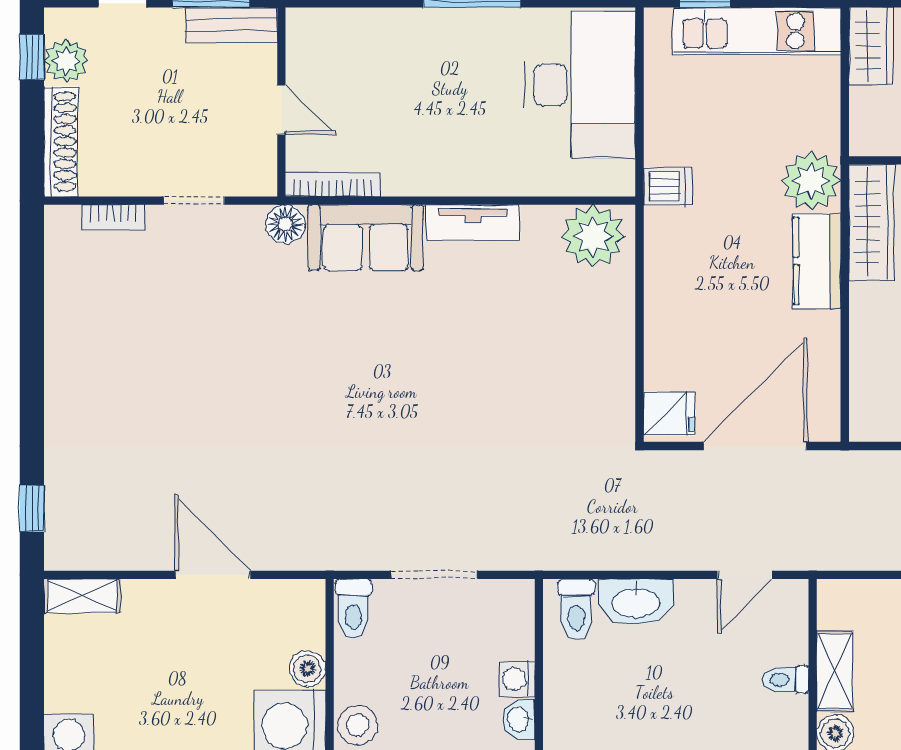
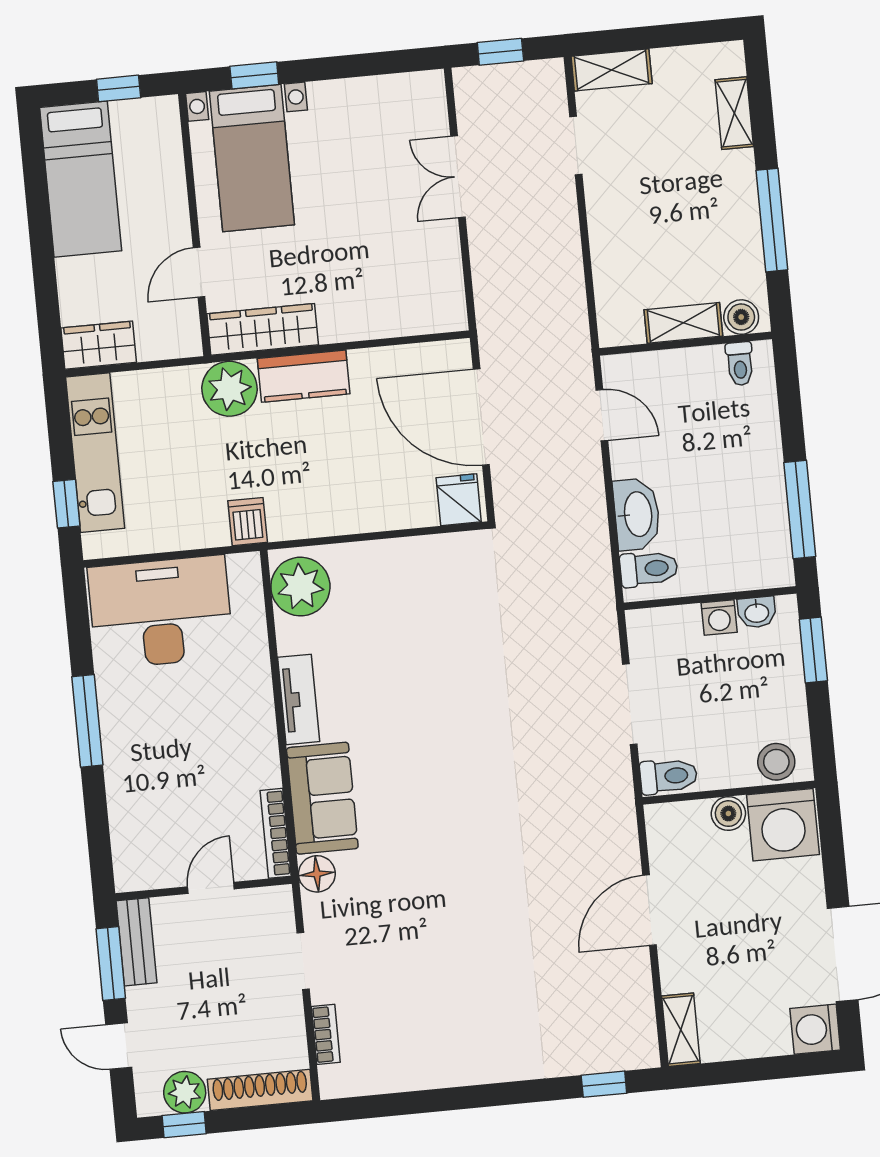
toilet: (786, 679) -> (740, 364), moved

